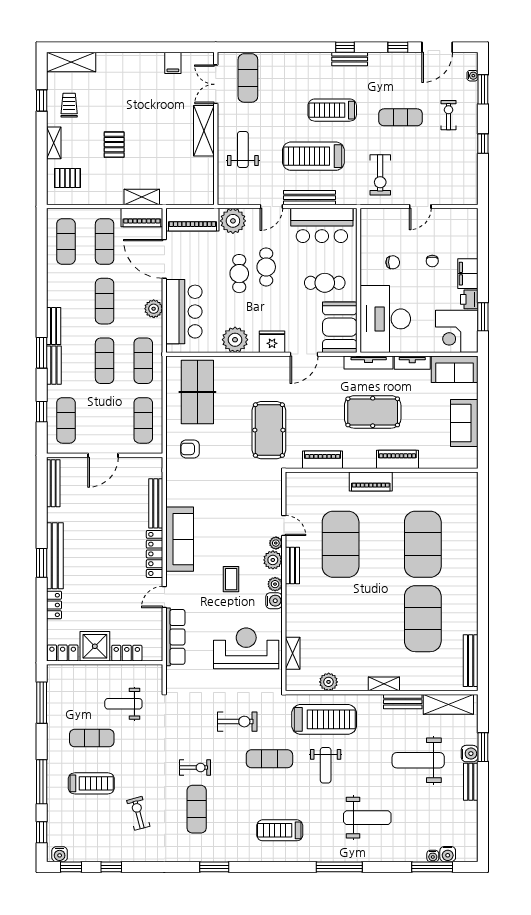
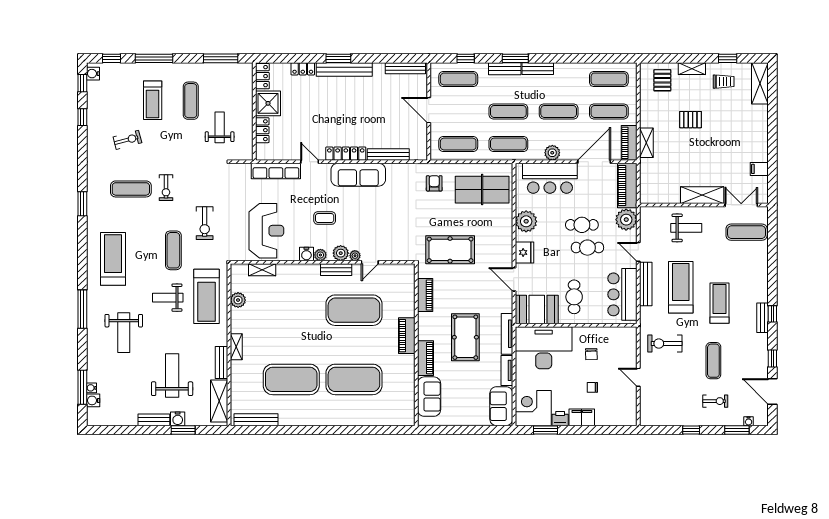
sofa: (464, 423) -> (429, 397), moved, turned 90
treadmill: (280, 830) -> (113, 259), width x1.37, depth x1.38

